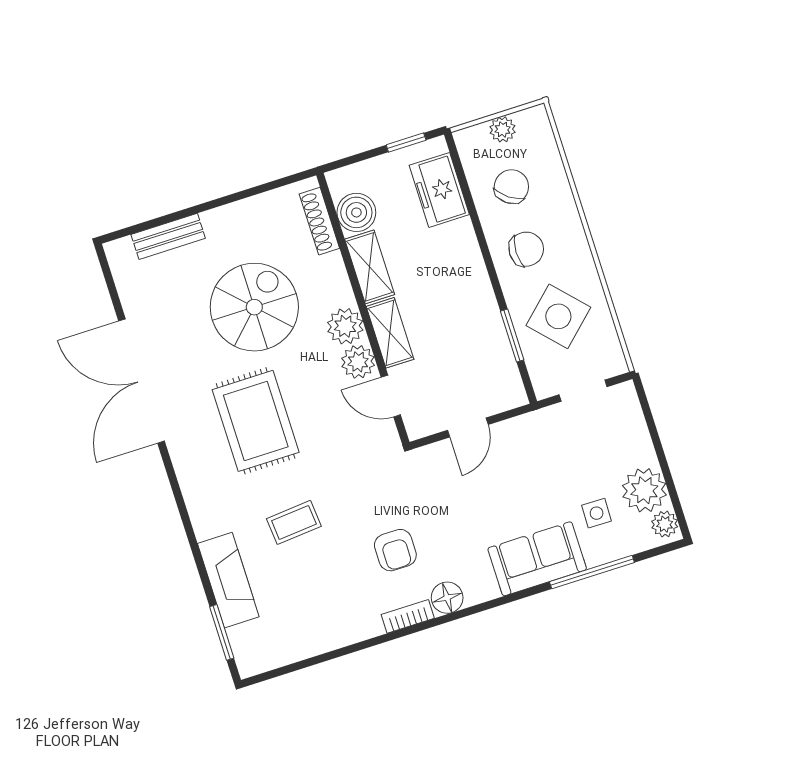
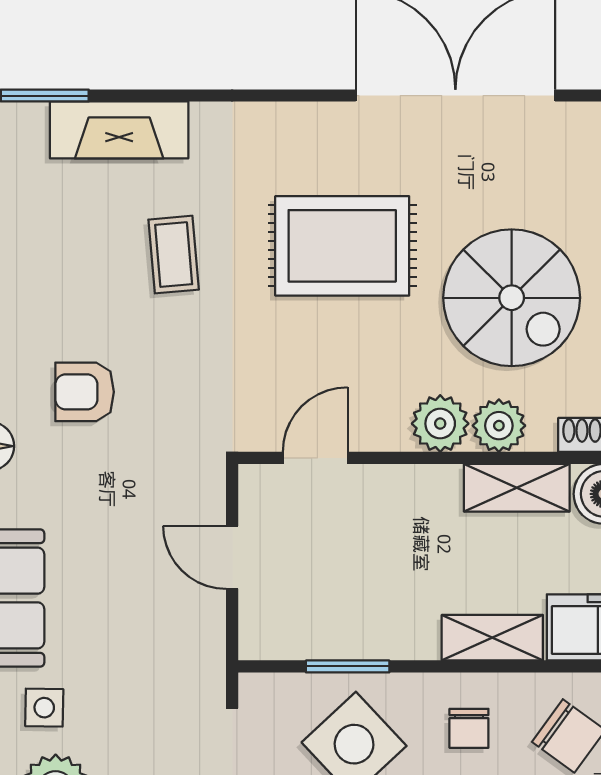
chair: (526, 249) -> (469, 728), width x0.73, depth x0.73
shelving: (390, 333) -> (492, 638), moved
plant: (358, 362) -> (499, 426), moved

